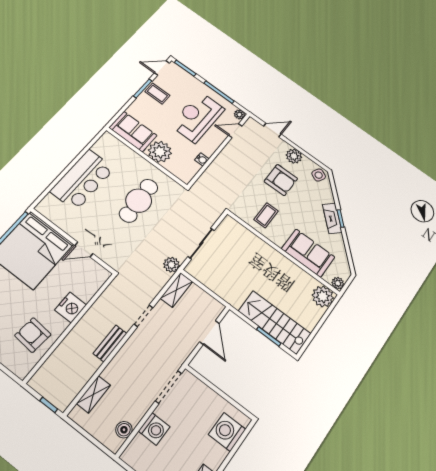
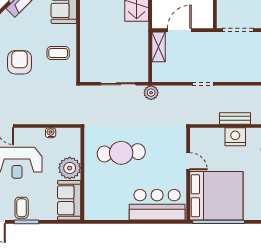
bar counter: (83, 180) -> (157, 205), moved
shelving: (176, 290) -> (158, 47), moved, turned 90
bench: (110, 343) -> (235, 118), moved

